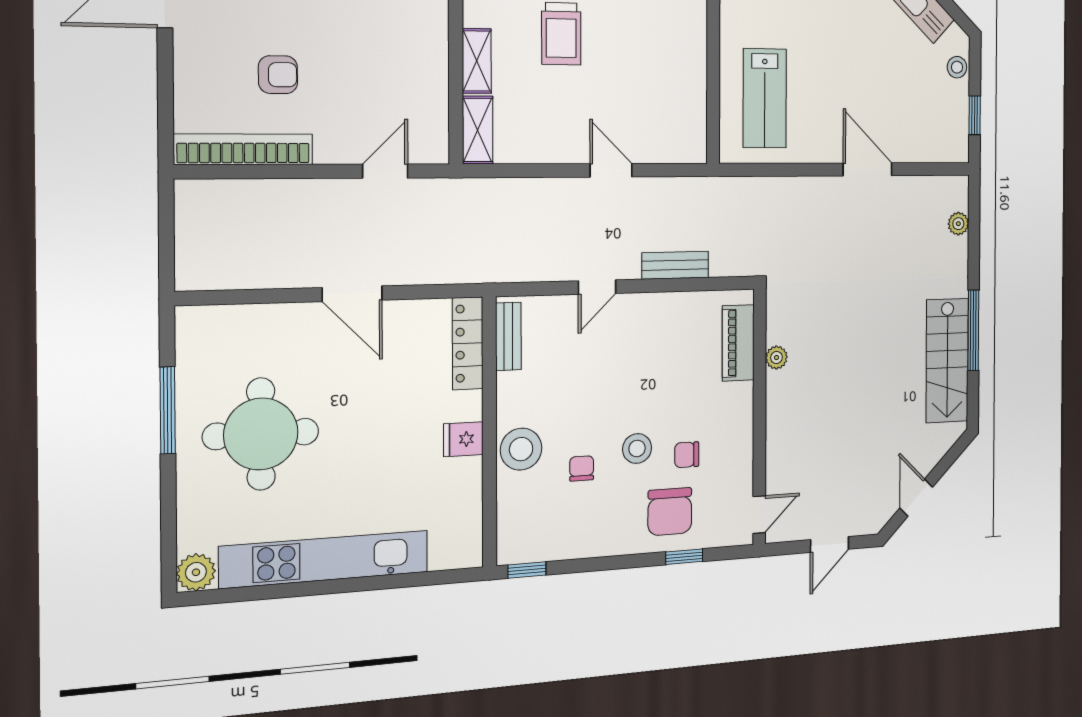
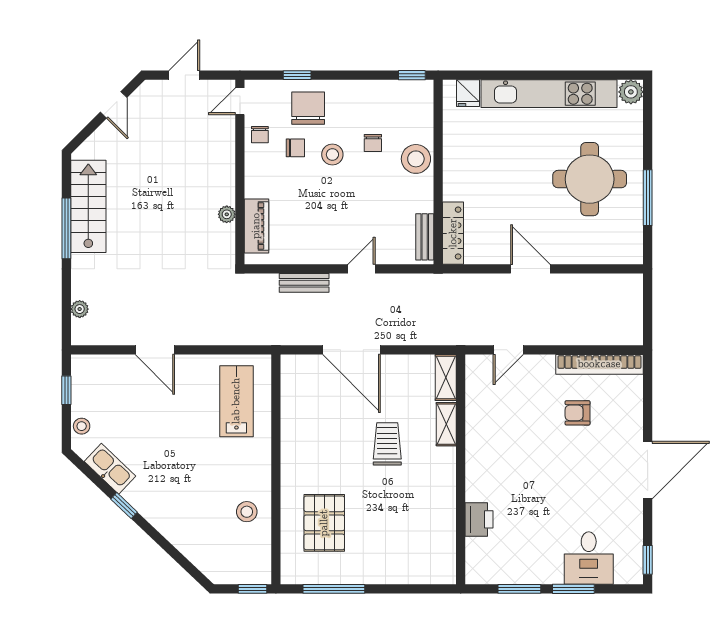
door: (611, 170) -> (351, 350), width x1.88
fridge: (463, 439) -> (468, 93), moved, turned 90
chair: (734, 470) -> (260, 135), added

